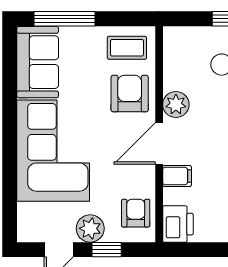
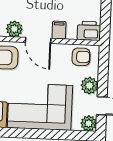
armchair: (136, 213) -> (81, 57), turned 180
plant: (30, 230) -> (89, 123), added
window: (107, 250) -> (103, 76), removed

